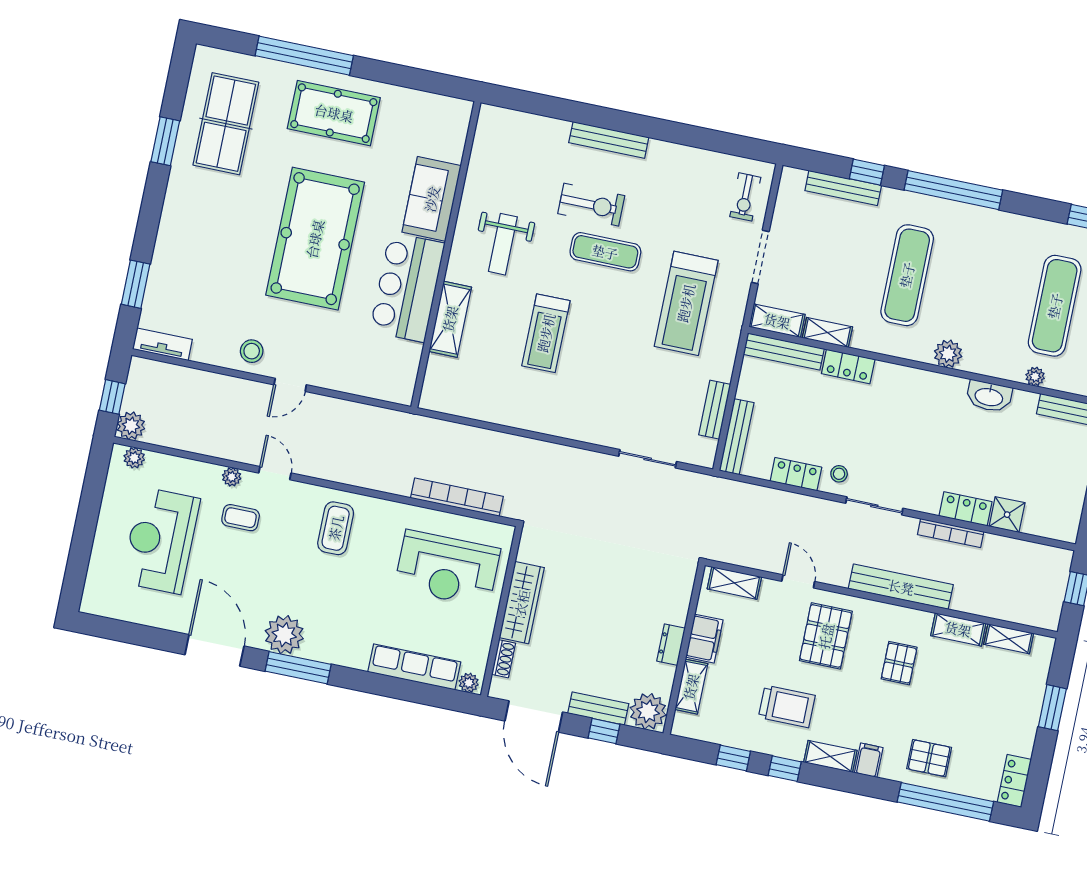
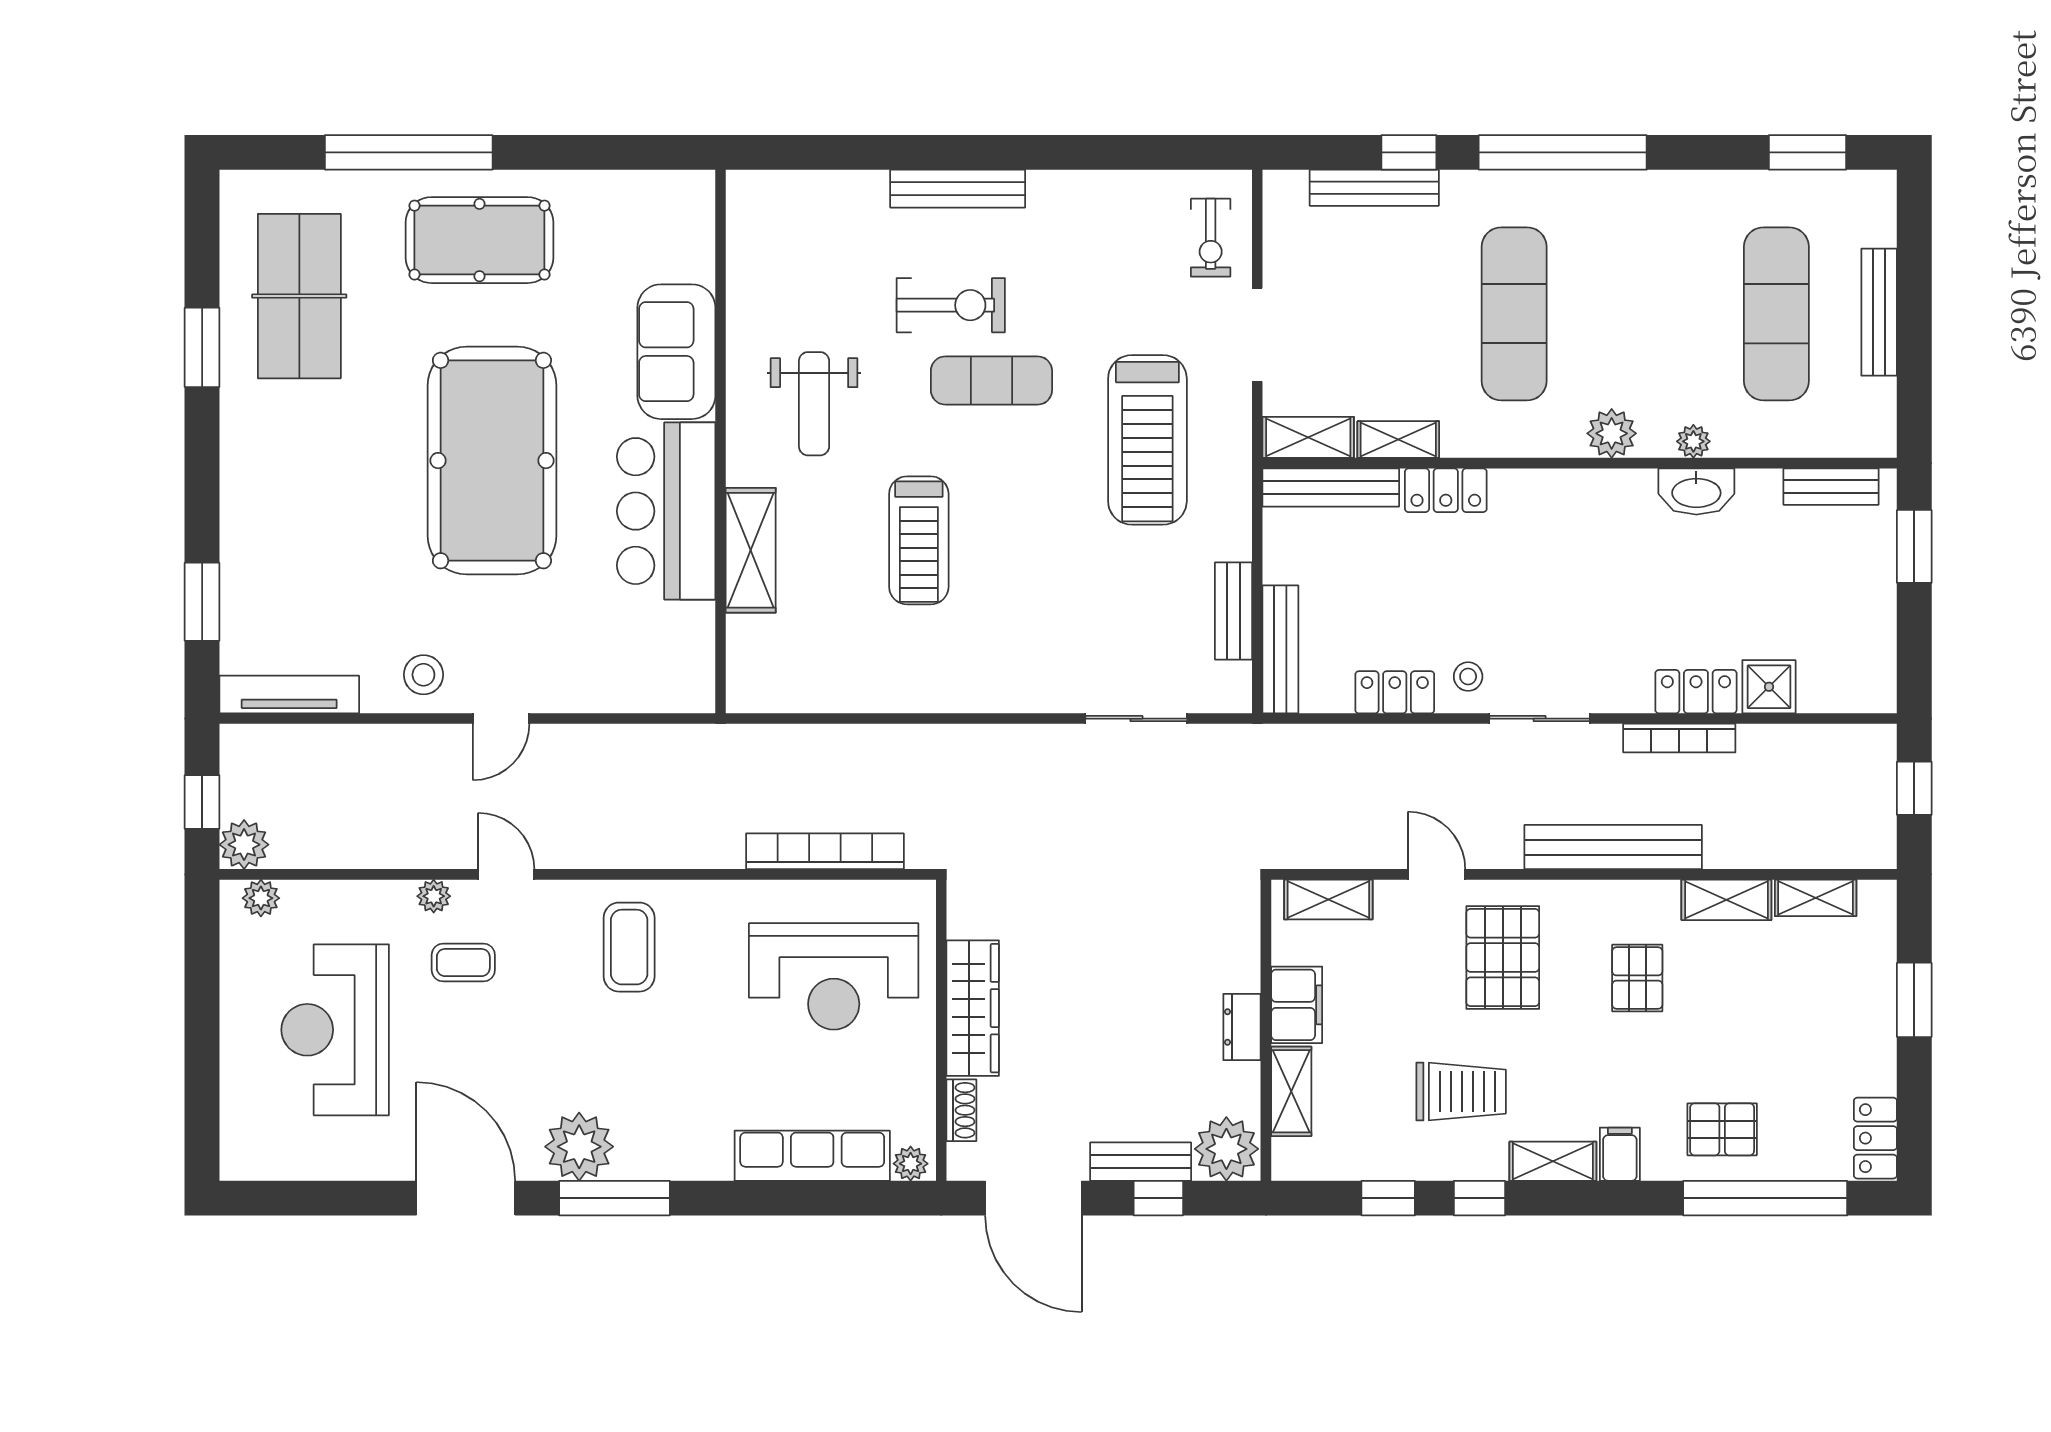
tv unit: (162, 344) -> (289, 694), width x1.41
plant: (1035, 376) -> (1693, 441), moved

